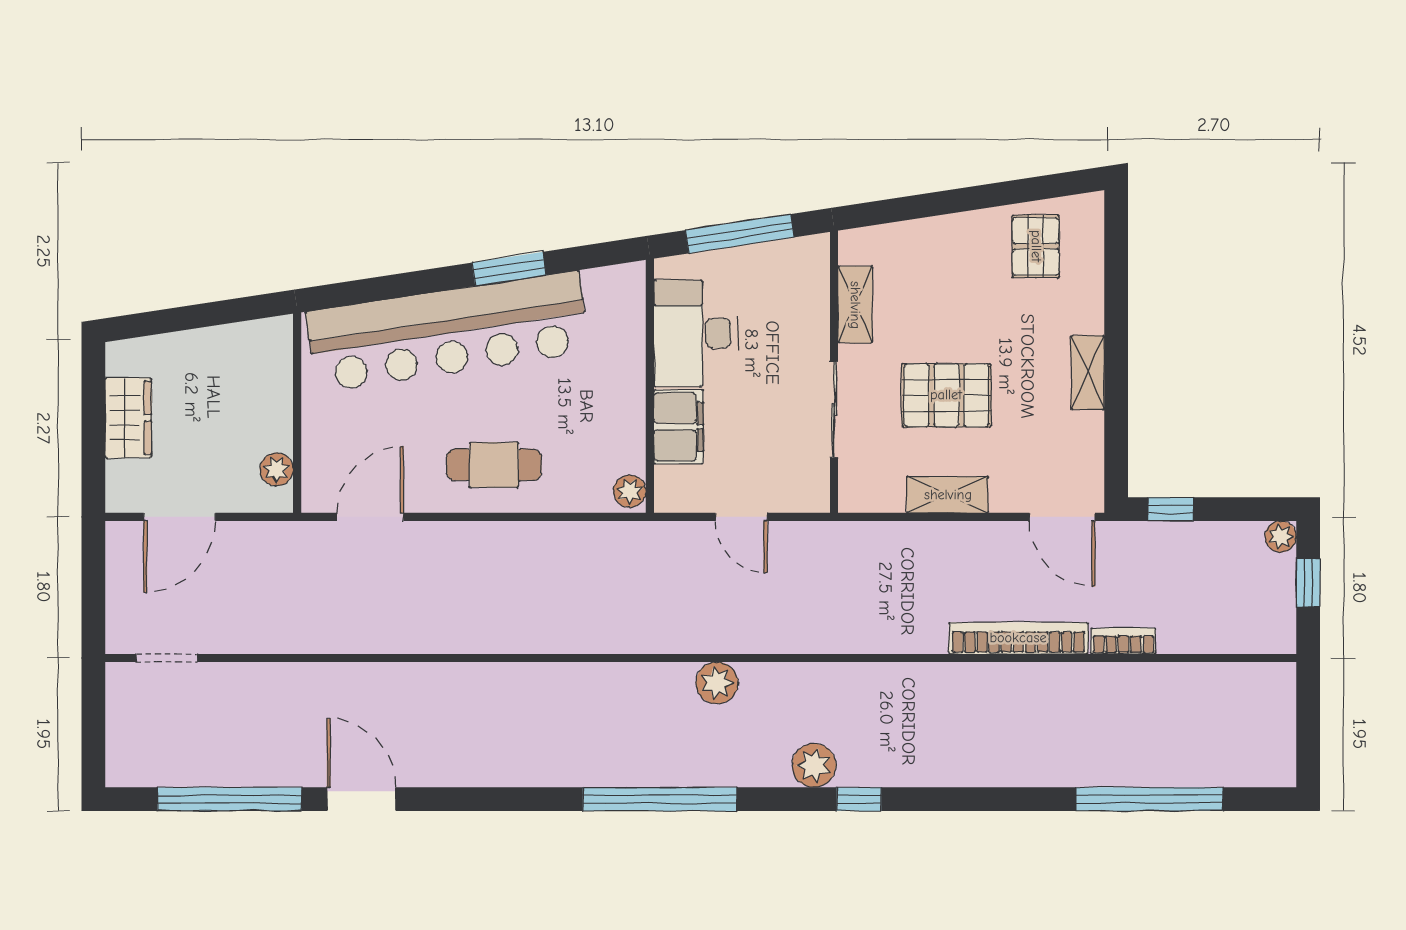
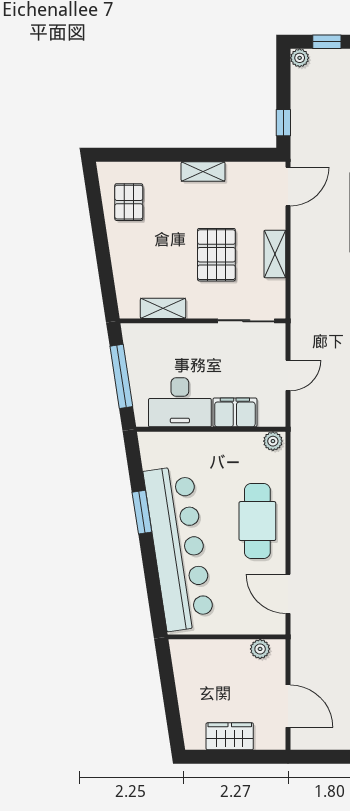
pallet: (1036, 246) -> (129, 202), turned 90
sliding door: (834, 410) -> (246, 321), moved
cafe table: (494, 465) -> (257, 521), width x1.37, depth x1.35

